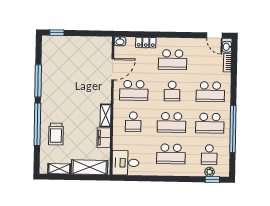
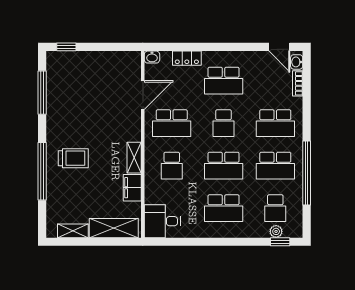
window: (38, 81) -> (42, 93), moved
trolley: (56, 134) -> (73, 158), moved, turned -90

